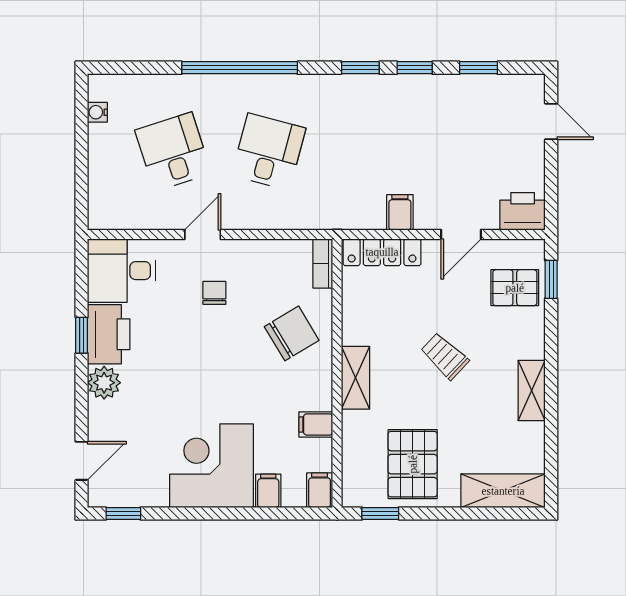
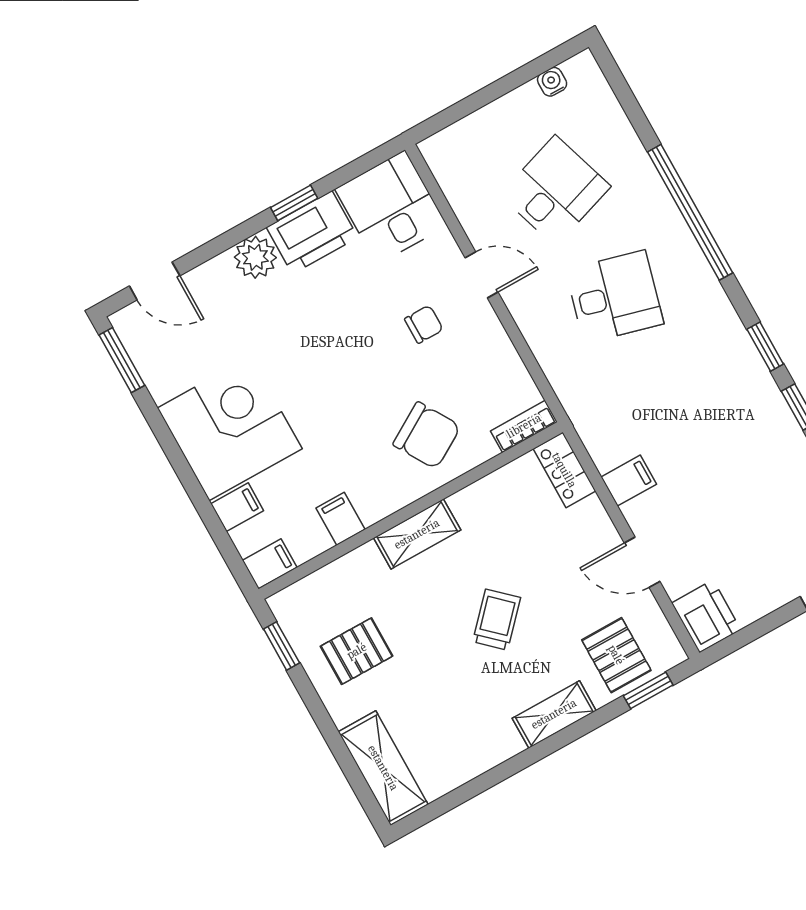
locker: (382, 252) -> (564, 470), width x0.66
shelving: (532, 391) -> (554, 714), moved
pallet: (413, 464) -> (357, 651), width x0.67, depth x0.71
window: (123, 514) -> (122, 360), width x1.50

